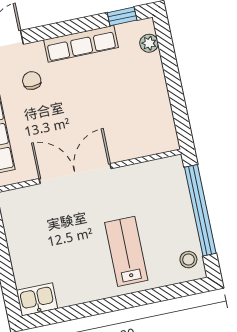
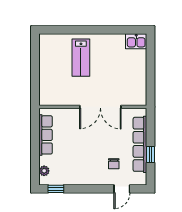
row of seats: (81, 44) -> (45, 135), moved, turned 90
window: (200, 210) -> (35, 72), removed
stool: (188, 260) -> (47, 46), removed

